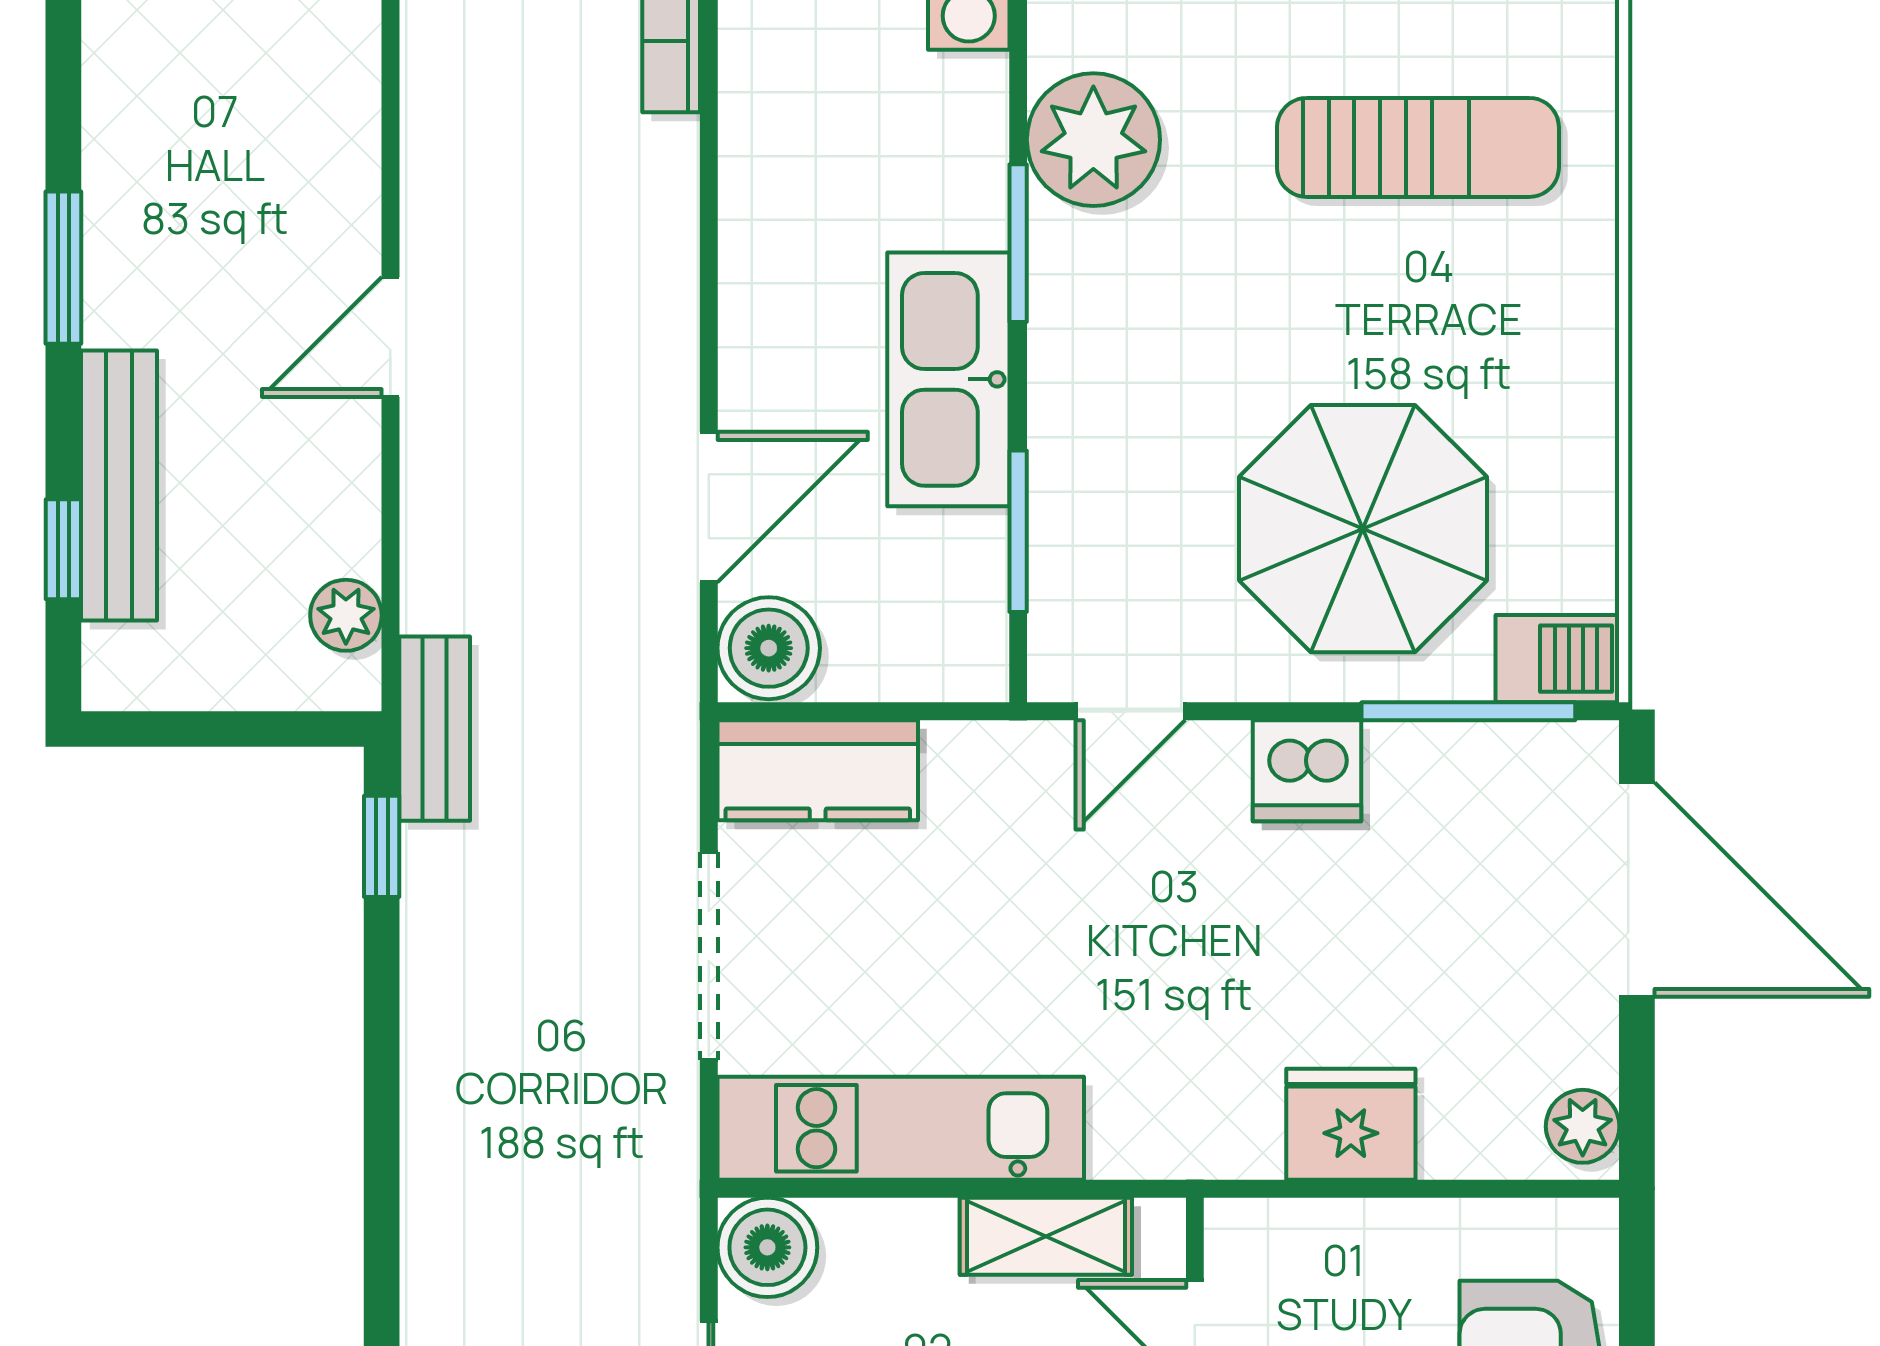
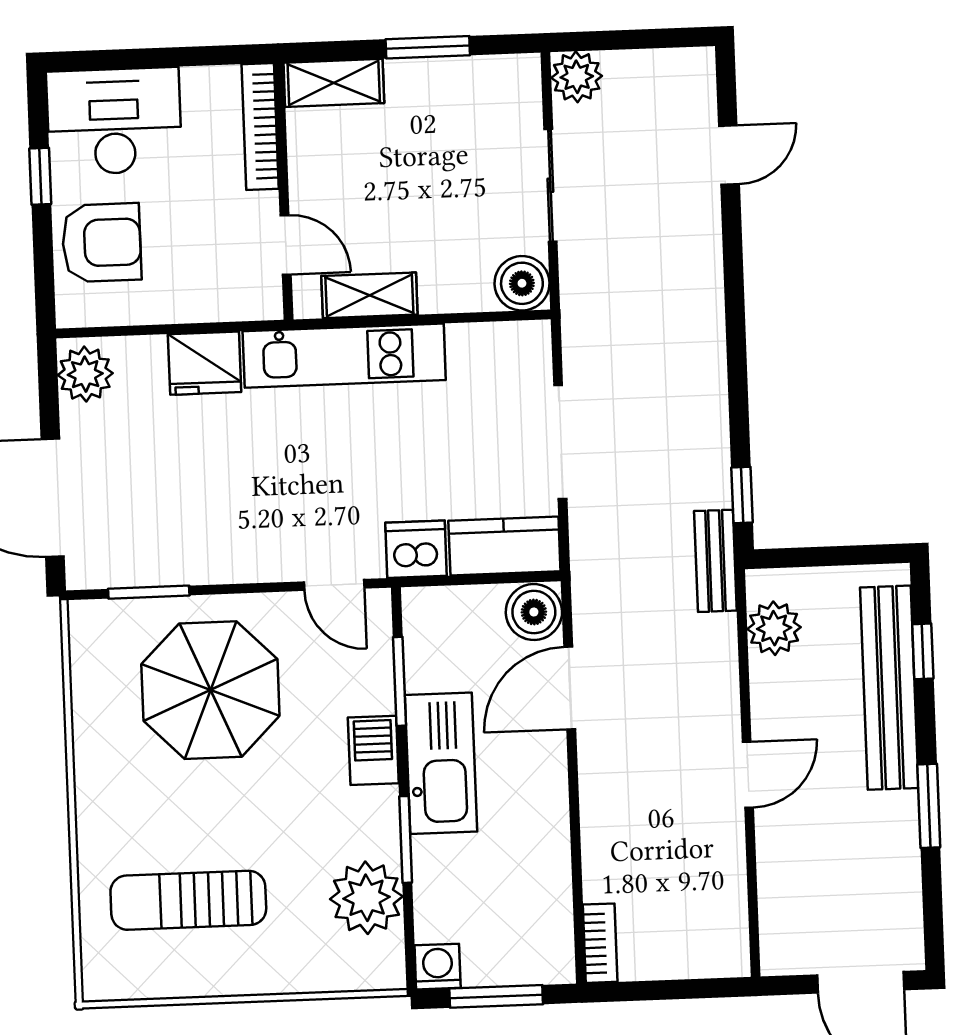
bench: (119, 485) -> (889, 688), width x1.37, depth x1.21
plant: (346, 615) -> (774, 628), width x1.38, depth x1.38
barbecue: (1557, 659) -> (373, 750), moved, turned 90
door: (1130, 711) -> (334, 585), swing flipped
window: (1468, 711) -> (149, 592), width x0.69
dishwasher: (1307, 771) -> (416, 549), moved
plant: (1583, 1126) -> (85, 374), width x1.38, depth x1.38
kitchen unit: (901, 1128) -> (344, 356), moved

